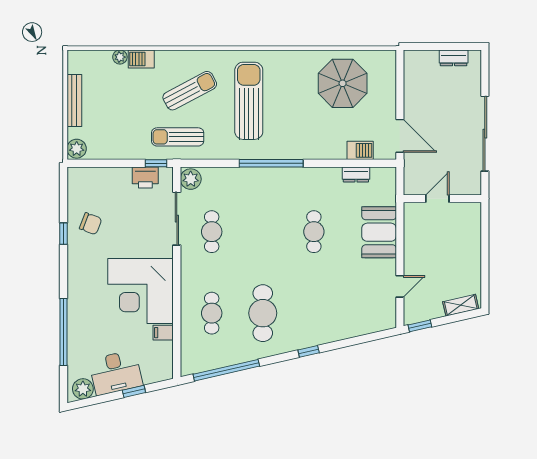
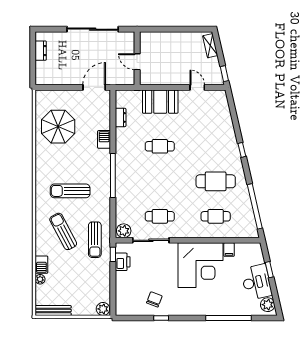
bench: (74, 101) -> (53, 310), moved
sun lounger: (249, 101) -> (70, 191), width x0.73, depth x0.75
barbecue: (360, 150) -> (104, 139), moved

